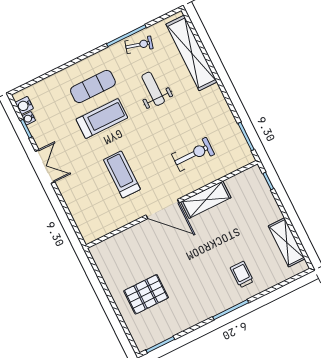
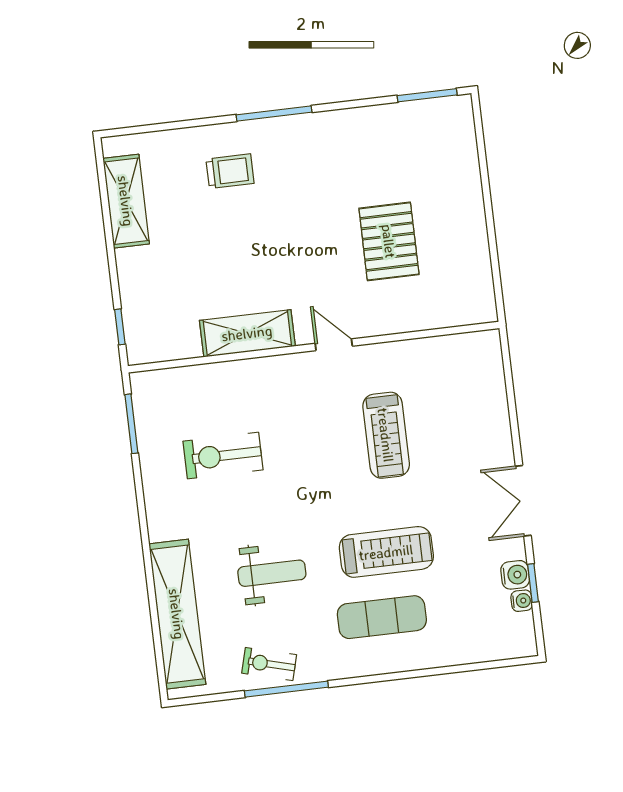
weight bench: (153, 89) -> (272, 573), turned -90
water cooler: (24, 105) -> (515, 575), moved
treadmill: (102, 119) -> (386, 552), turned 180
exercise bike: (193, 154) -> (223, 456), moved
door: (163, 209) -> (334, 345), width x0.53
trolley: (242, 274) -> (230, 171), turned -90
pallet: (146, 294) -> (389, 241), moved, turned 90

